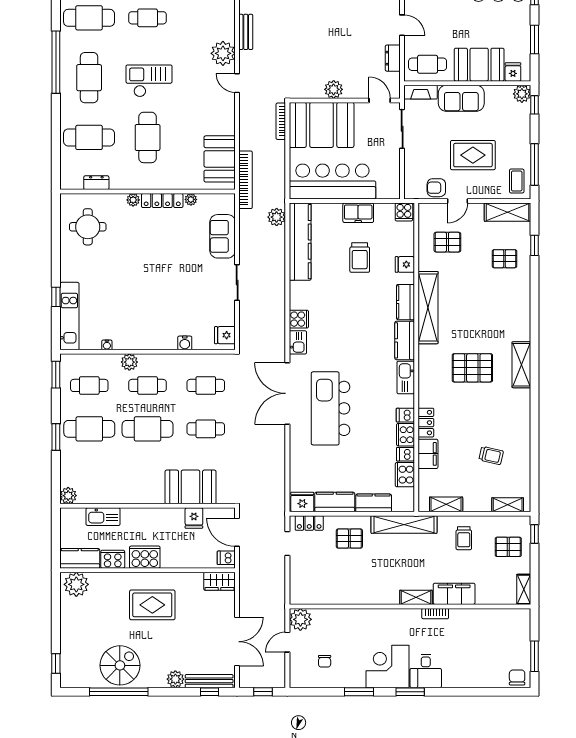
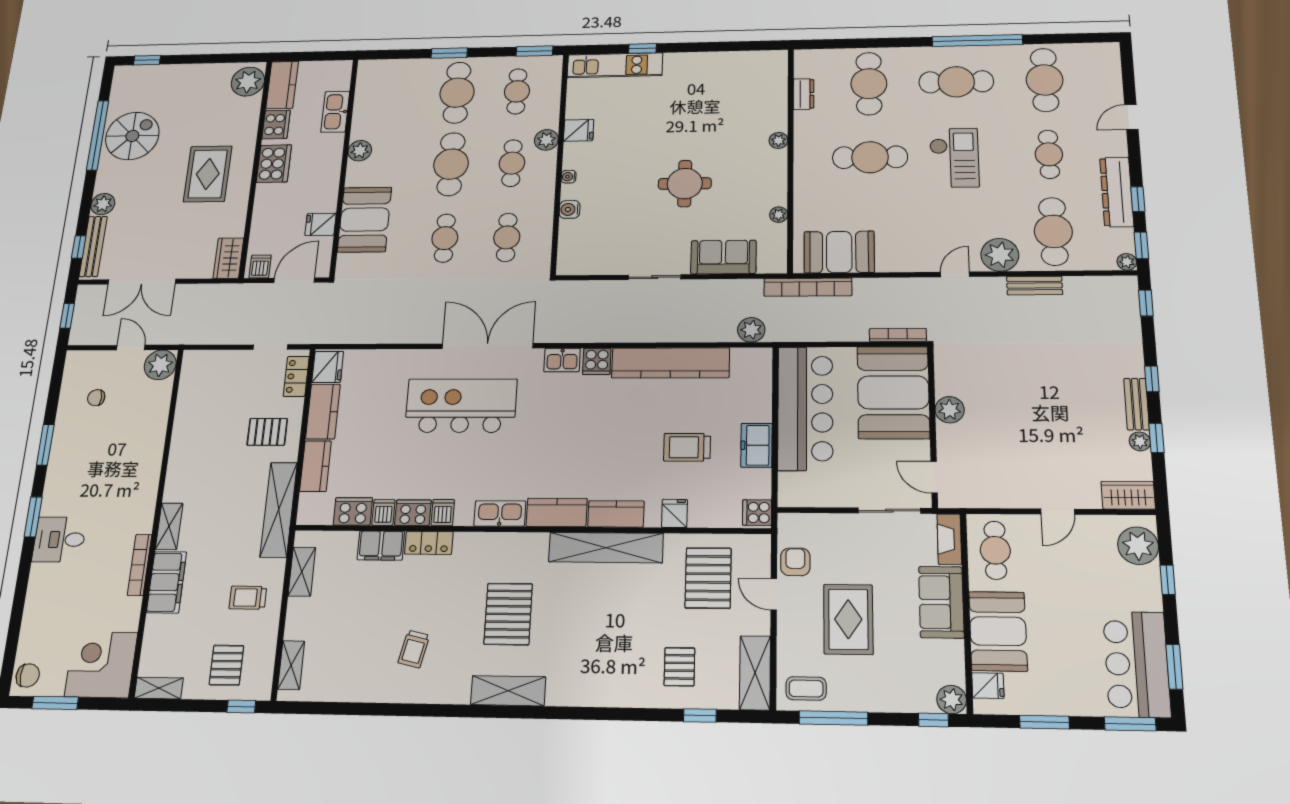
cafe table: (206, 18) -> (1053, 231), added
dresser: (393, 58) -> (1003, 497), removed
door: (380, 100) -> (934, 477), swing flipped
locker: (162, 201) -> (777, 178), removed
round table: (88, 227) -> (685, 184), moved
kitchen counter: (300, 242) -> (670, 363), moved
pallet: (447, 242) -> (708, 578), width x1.50, depth x1.42
fridge: (225, 335) -> (579, 130), moved, turned 90
water cooler: (107, 345) -> (569, 177), moved
trolley: (491, 456) -> (414, 649), moved
plant: (68, 496) -> (360, 151), moved
pallet: (349, 539) -> (267, 432), turned 90
bookcase: (435, 614) -> (140, 565), width x1.56
spiral stairs: (120, 665) -> (132, 136), turned -90
corner desk: (388, 666) -> (101, 665), moved, turned -90

